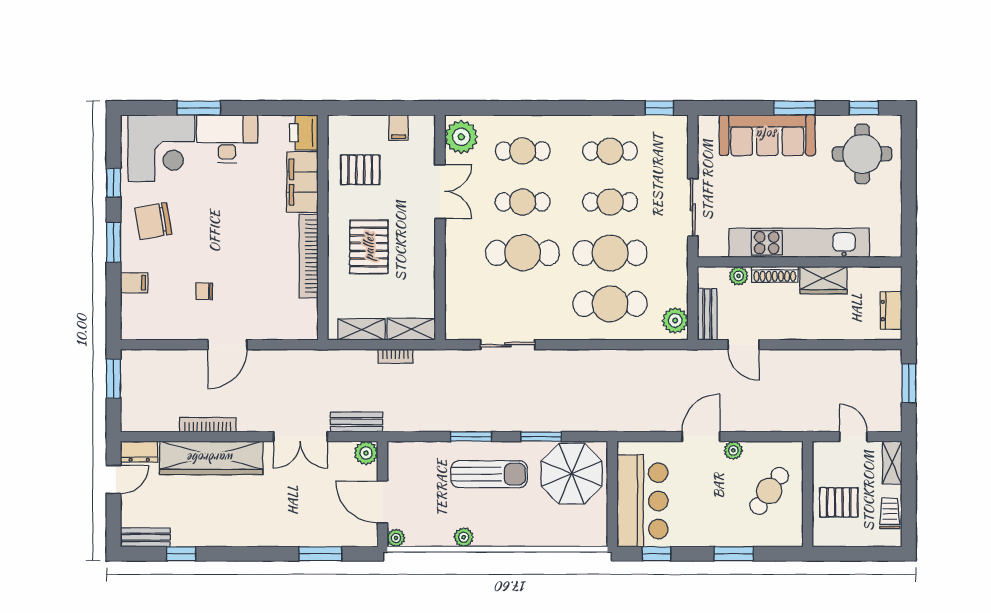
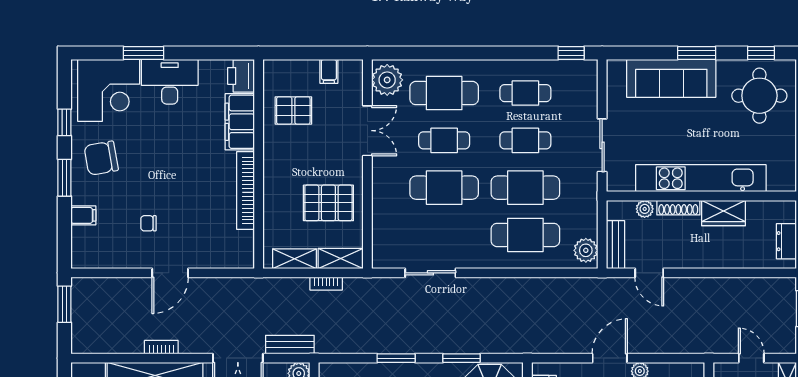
cafe table: (523, 151) -> (444, 93), width x1.37, depth x1.35
pallet: (369, 247) -> (328, 203), moved, turned 90
bookcase: (208, 425) -> (161, 347), width x0.64

